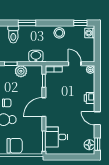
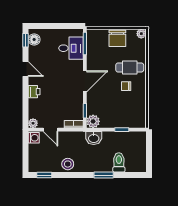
washing machine: (90, 33) -> (34, 138), moved
plant: (21, 71) -> (93, 121), moved
chair: (15, 146) -> (117, 38), turned -90

